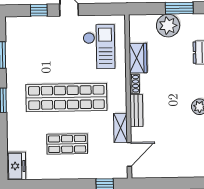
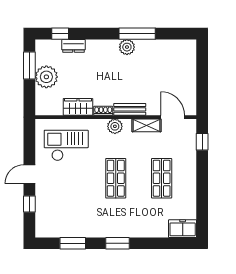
plant: (119, 96) -> (115, 126), added
shop shelf: (66, 97) -> (116, 178), width x0.50, depth x0.74

